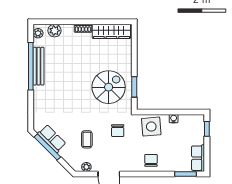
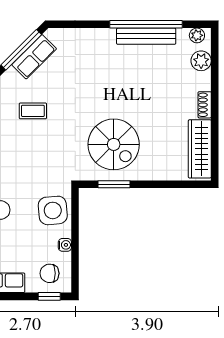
chair: (118, 131) -> (50, 273), moved

